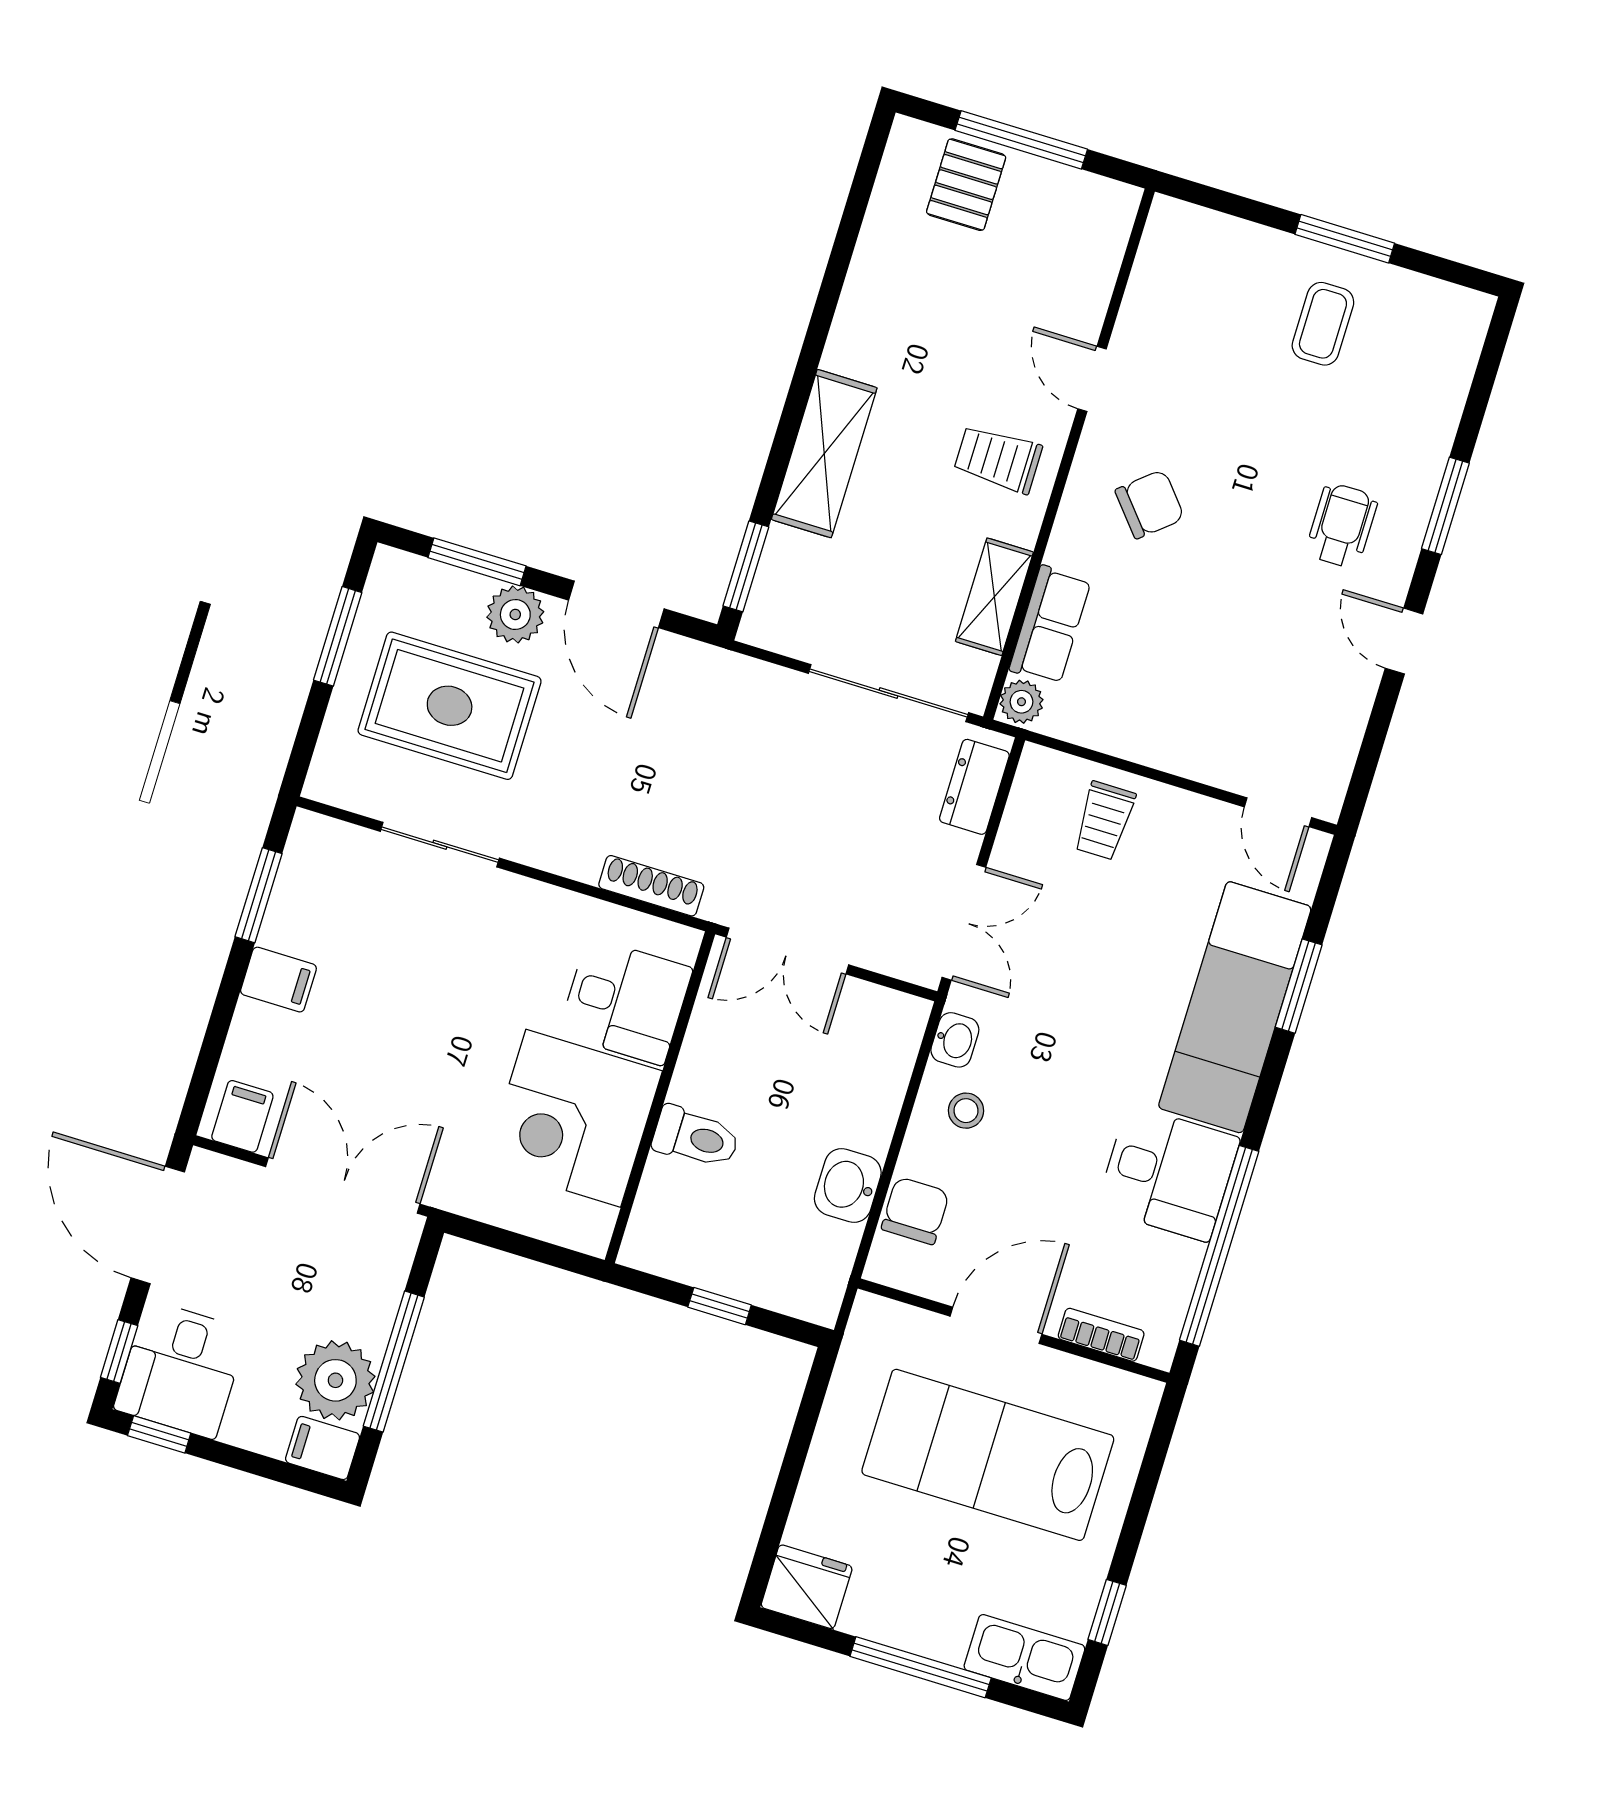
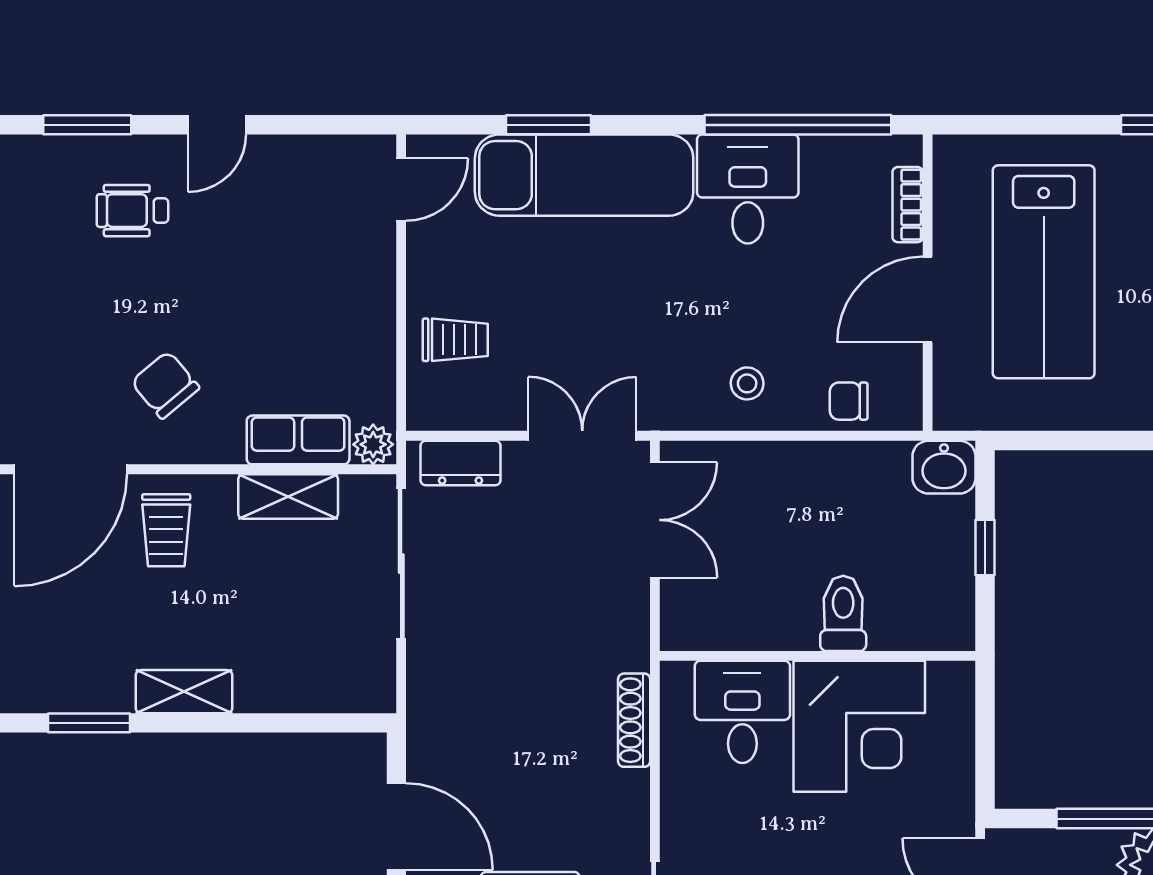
door: (1092, 379) -> (71, 469), width x1.88
shelving: (824, 454) -> (184, 692), width x0.67, depth x0.75
window: (746, 566) -> (89, 723), moved
door: (616, 604) -> (396, 826), hinge flipped
double door: (788, 951) -> (655, 520), moved
washbasin: (955, 1040) -> (688, 412), removed
washbasin: (848, 1186) -> (944, 467), moved
chair: (915, 1211) -> (849, 401), width x0.73, depth x0.73
door: (996, 1325) -> (928, 300), hinge flipped

